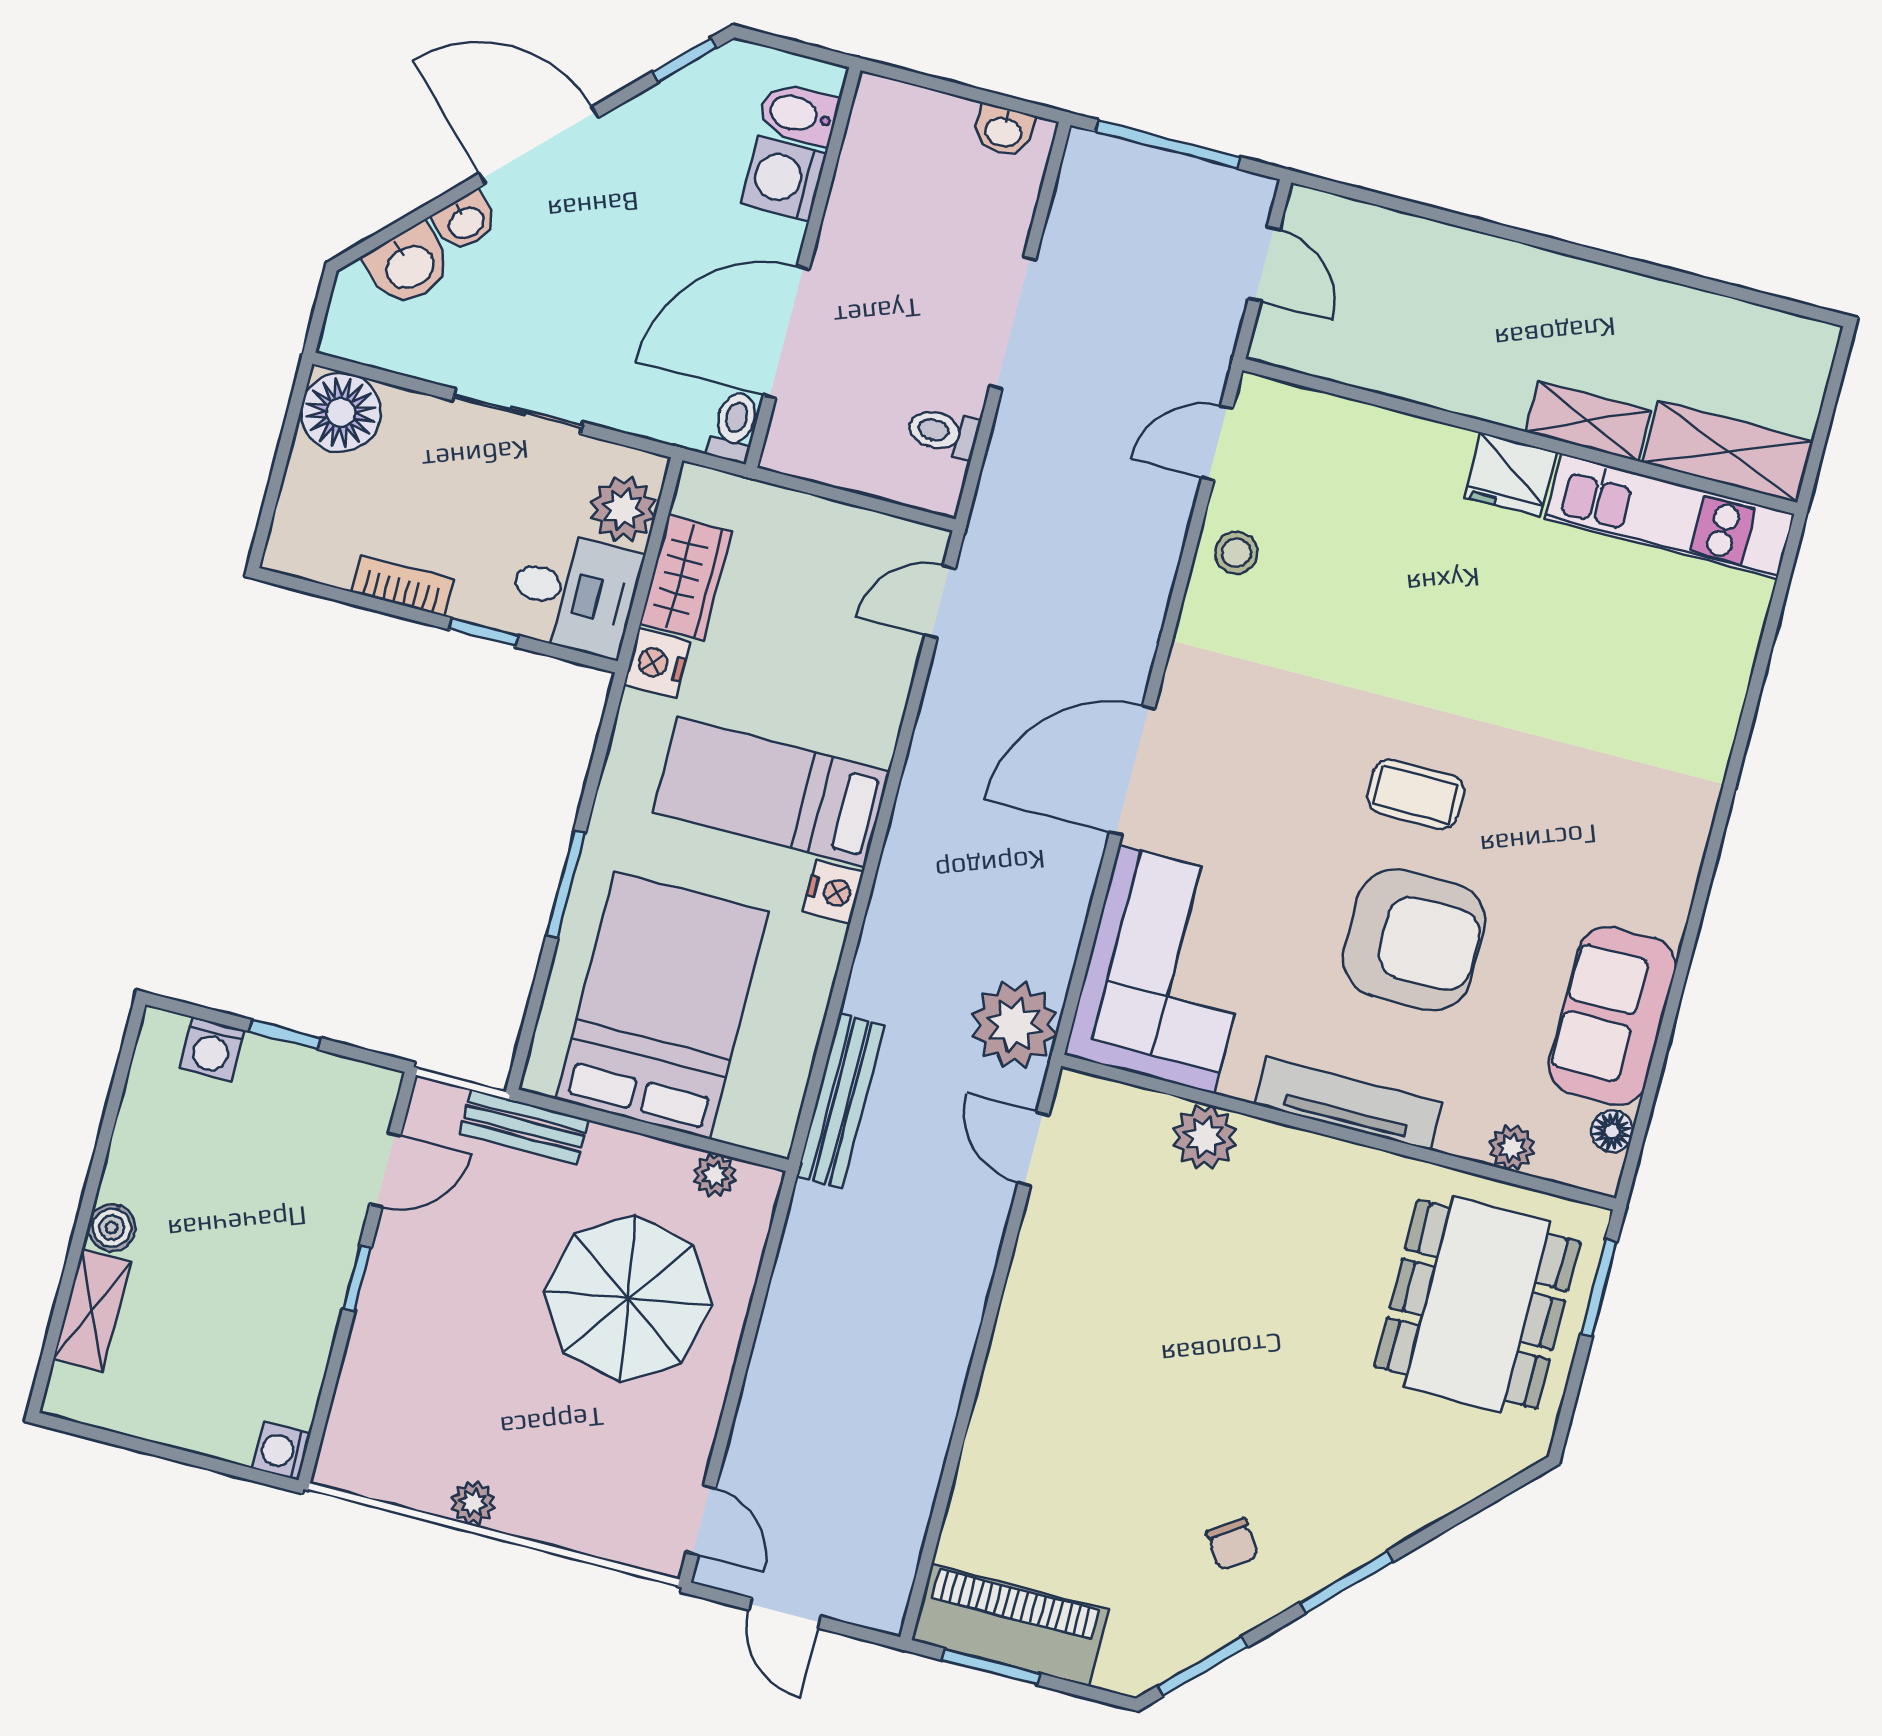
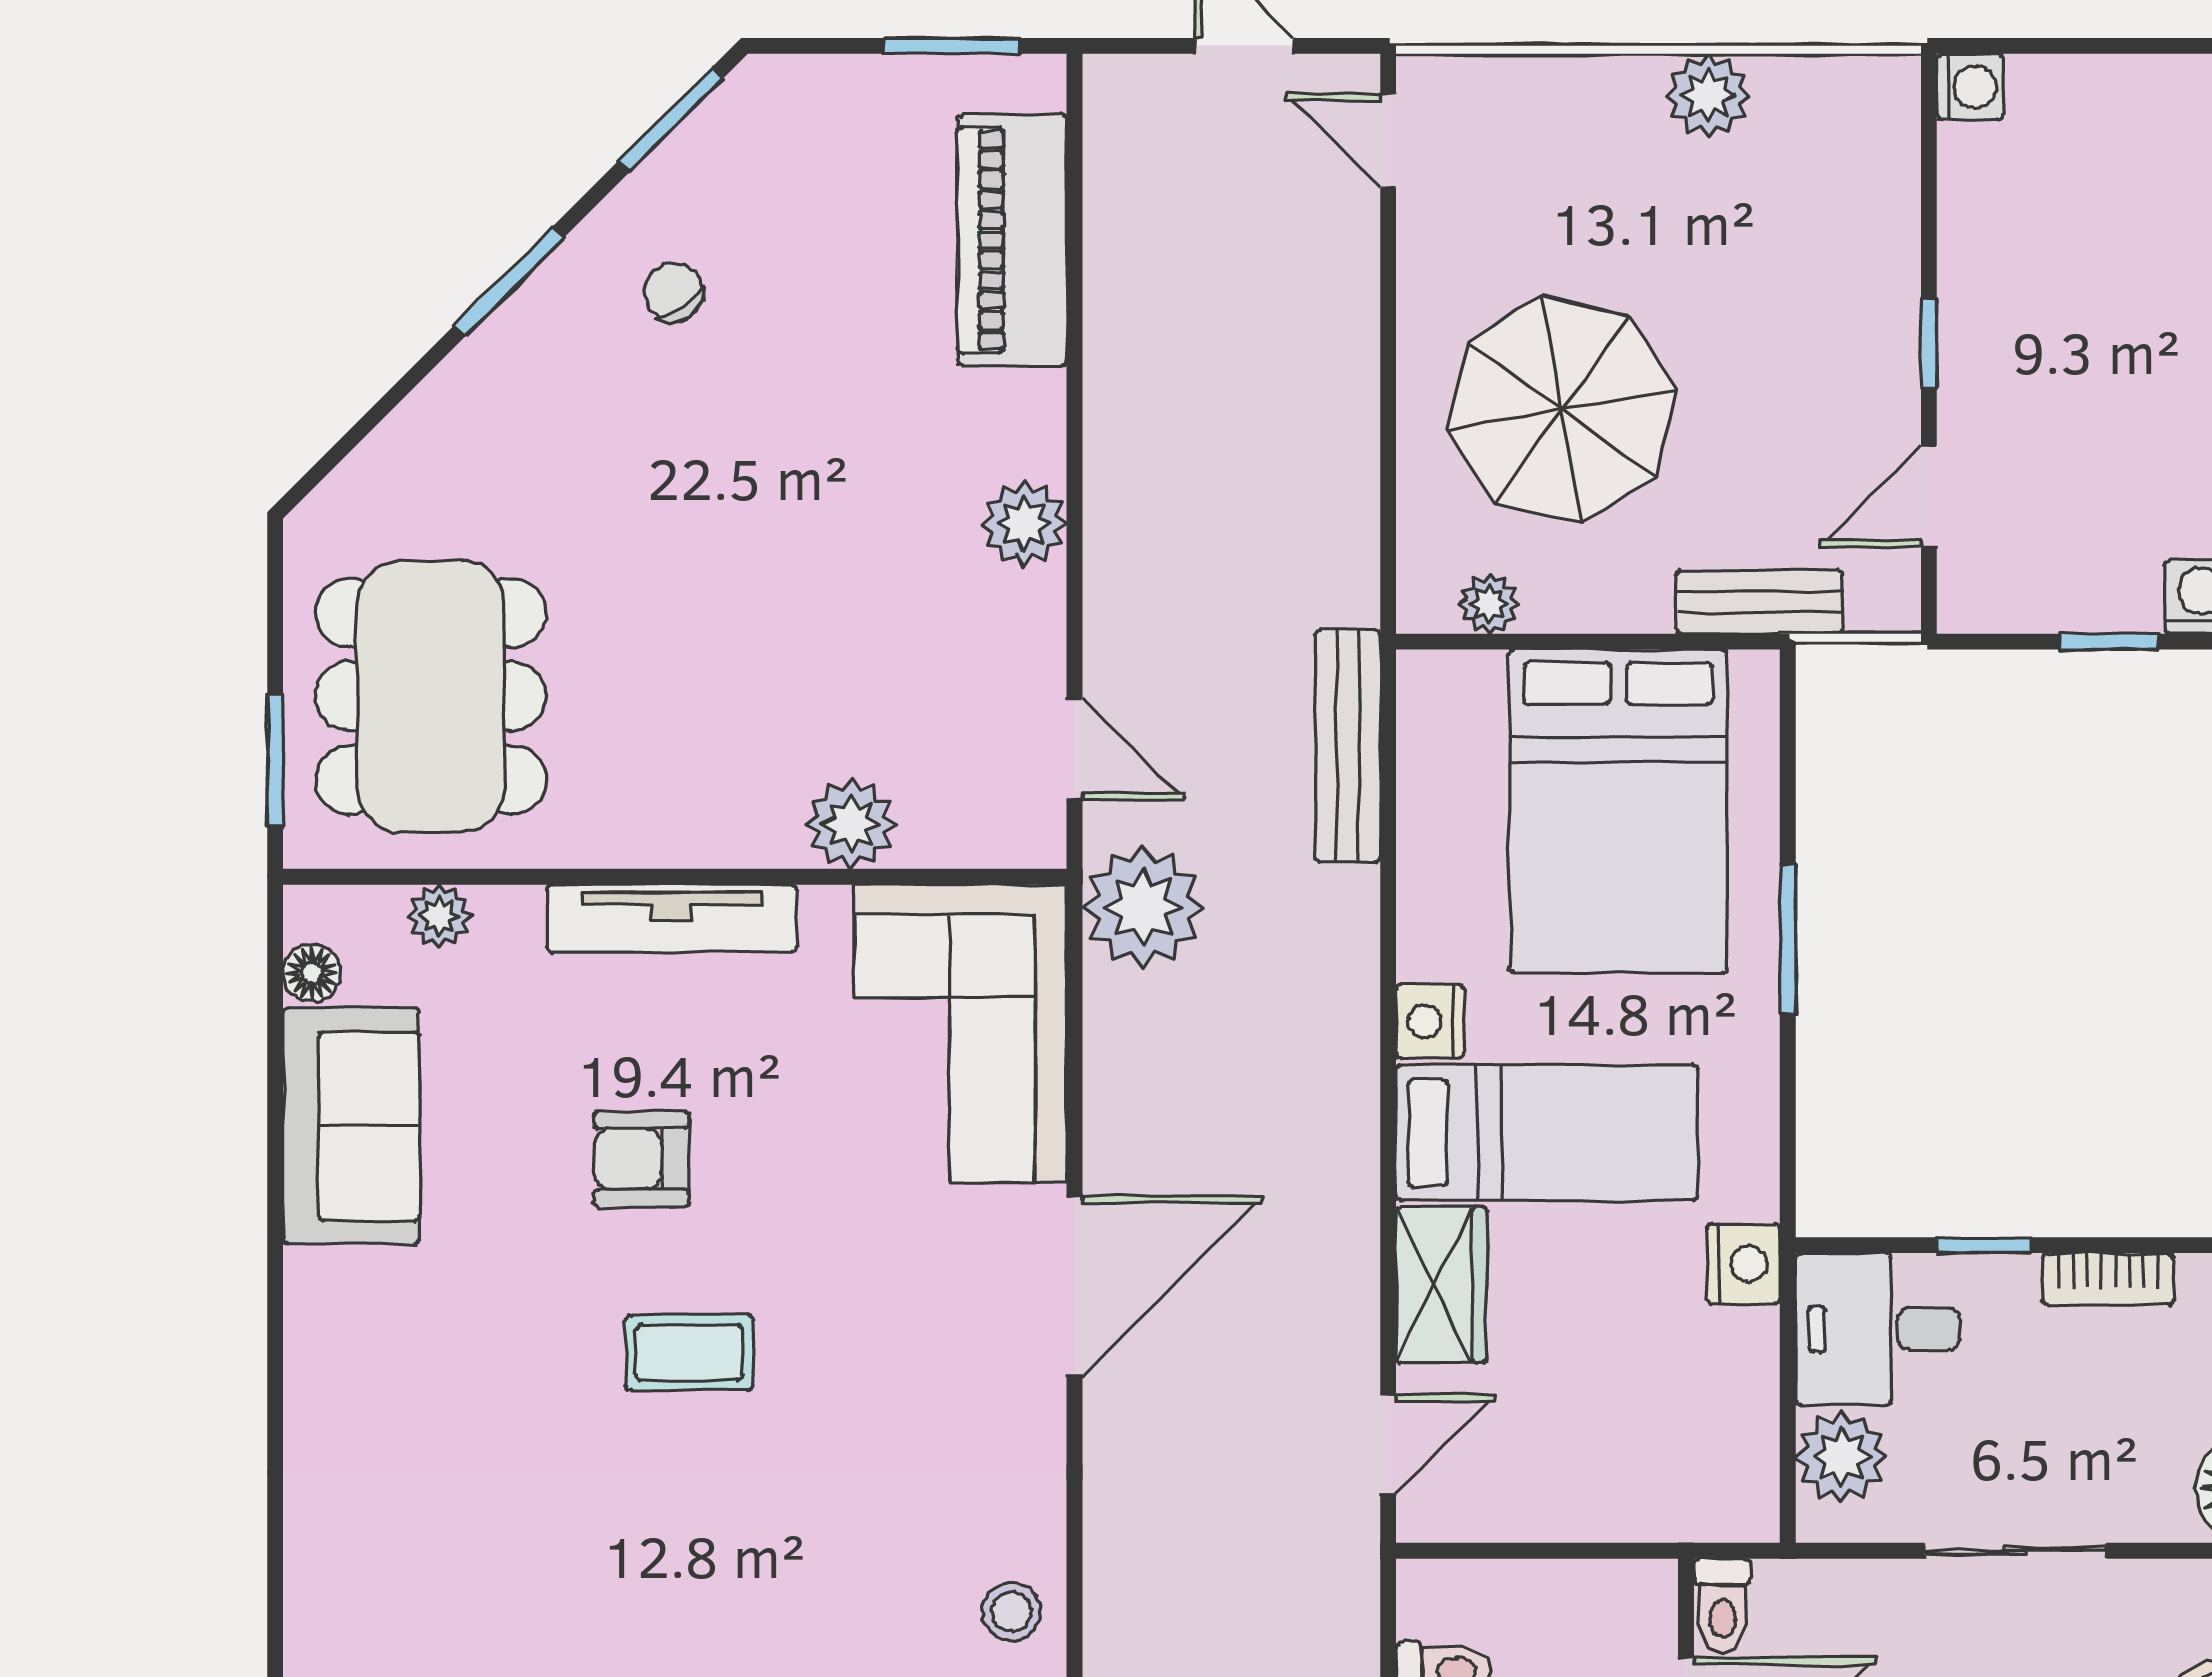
wardrobe: (686, 578) -> (1441, 1285), moved, turned 180
armchair: (1414, 940) -> (641, 1159), width x0.53, depth x0.53
plant: (1028, 1317) -> (1024, 524), added
plant: (473, 1503) -> (1708, 96), width x1.38, depth x1.38
piano: (1010, 1625) -> (1012, 240), moved, turned 90

